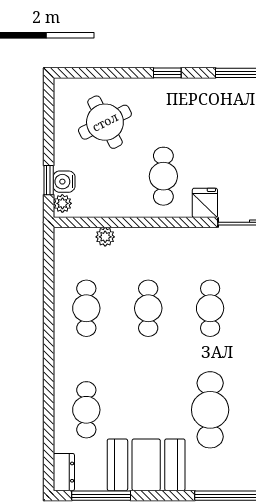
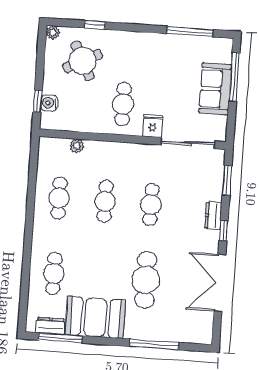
window: (167, 73) -> (95, 25), moved
plant: (62, 203) -> (53, 32), moved
dresser: (64, 472) -> (50, 326), moved, turned -90

